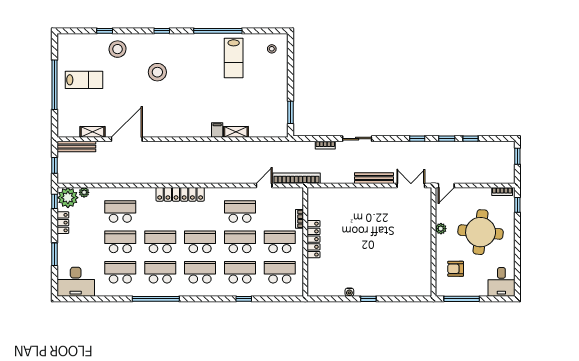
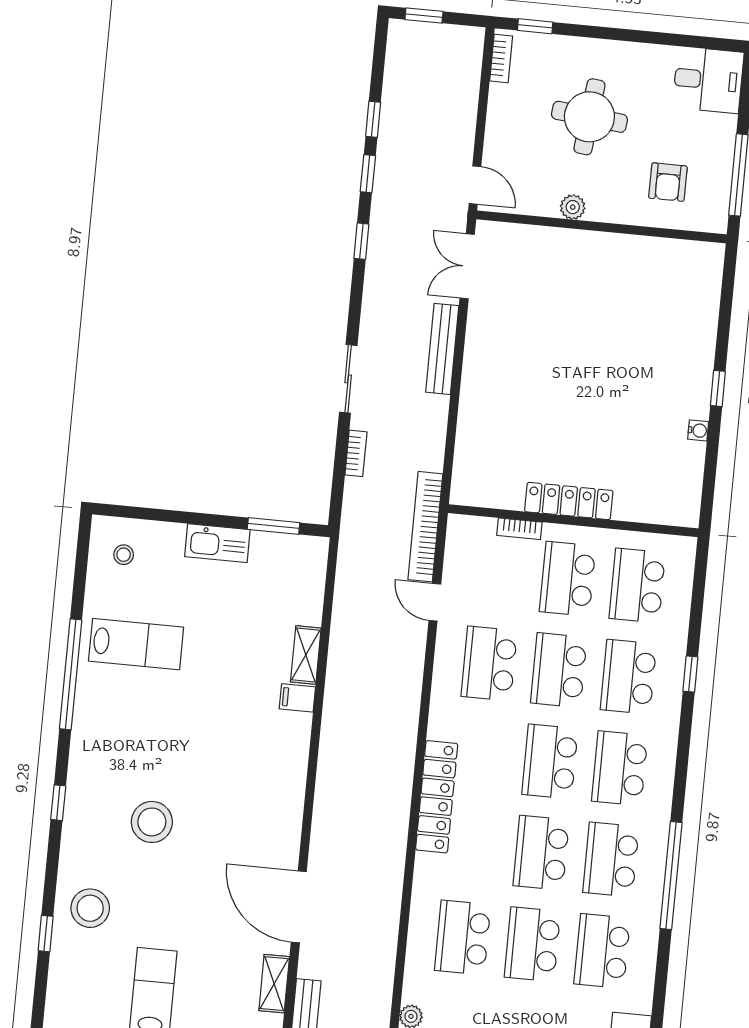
kitchen sink: (281, 89) -> (217, 543), added
round table: (481, 232) -> (589, 117), width x0.73, depth x0.73

